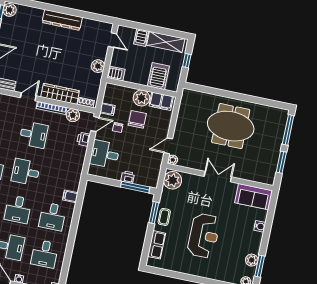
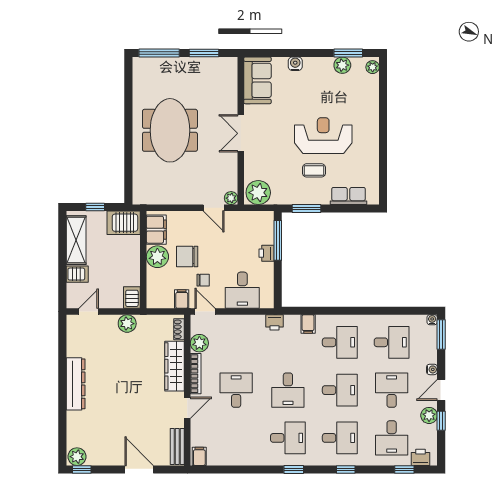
server rack: (158, 76) -> (124, 223), moved
door: (28, 97) -> (187, 408), swing flipped
printer: (83, 139) -> (275, 322), moved
coffee table: (164, 217) -> (314, 170), moved

